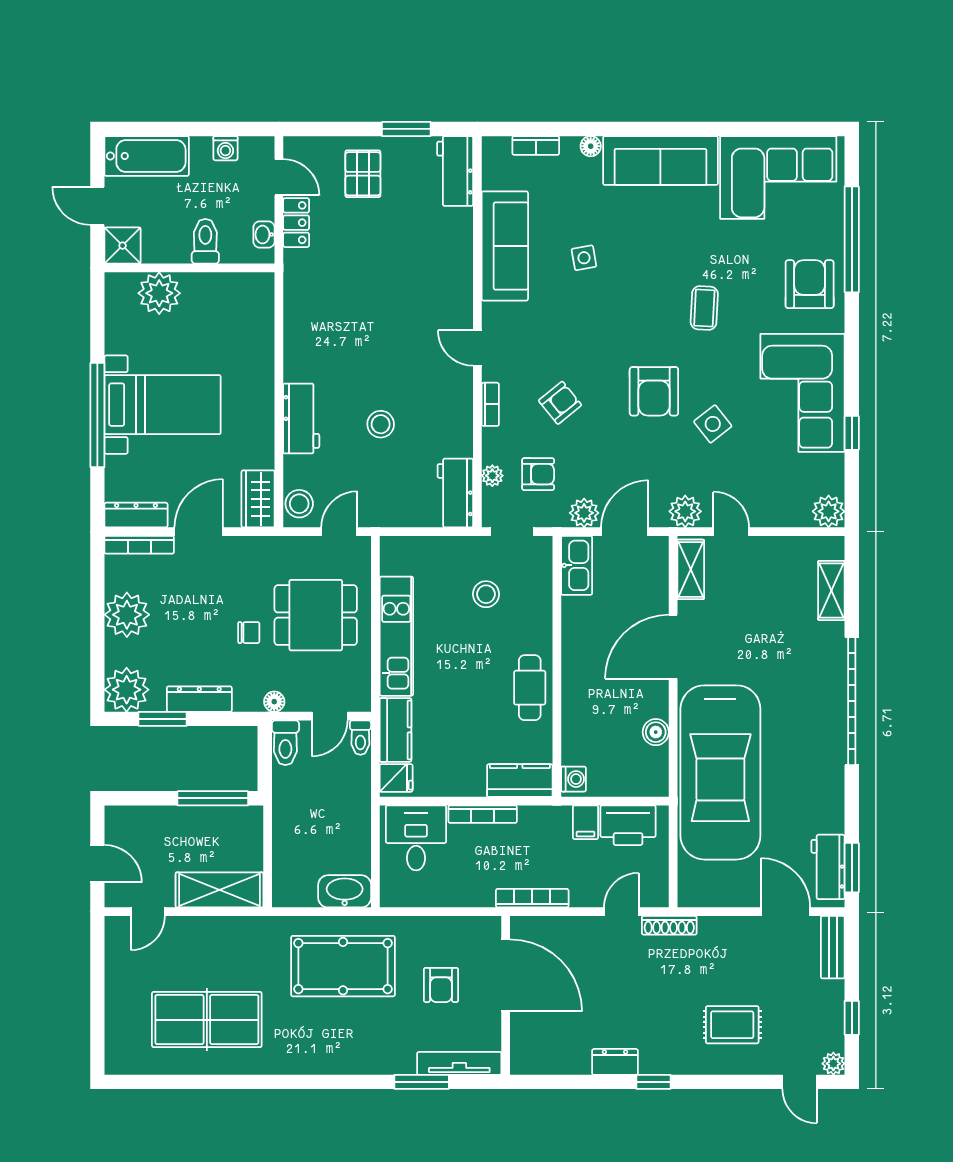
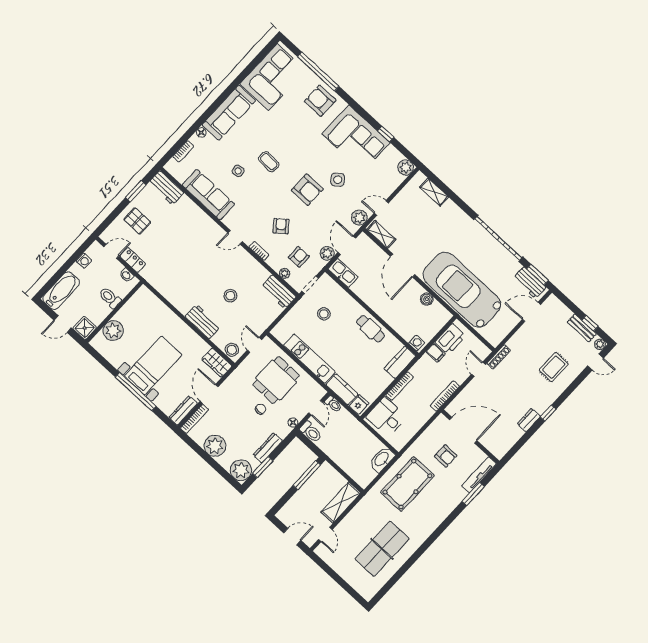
coffee table: (704, 308) -> (269, 162), moved
garage door: (852, 701) -> (498, 238), moved
car: (720, 772) -> (462, 290), turned 180
bench: (833, 947) -> (582, 328), moved

